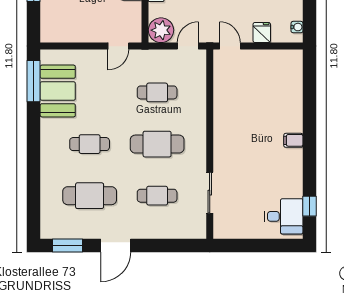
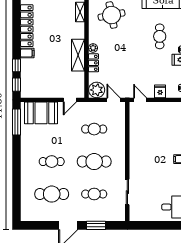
window: (34, 22) -> (16, 85), added
door: (188, 46) -> (114, 100), hinge flipped
booth: (58, 91) -> (41, 113), moved, turned 90
window: (67, 245) -> (96, 225), moved

